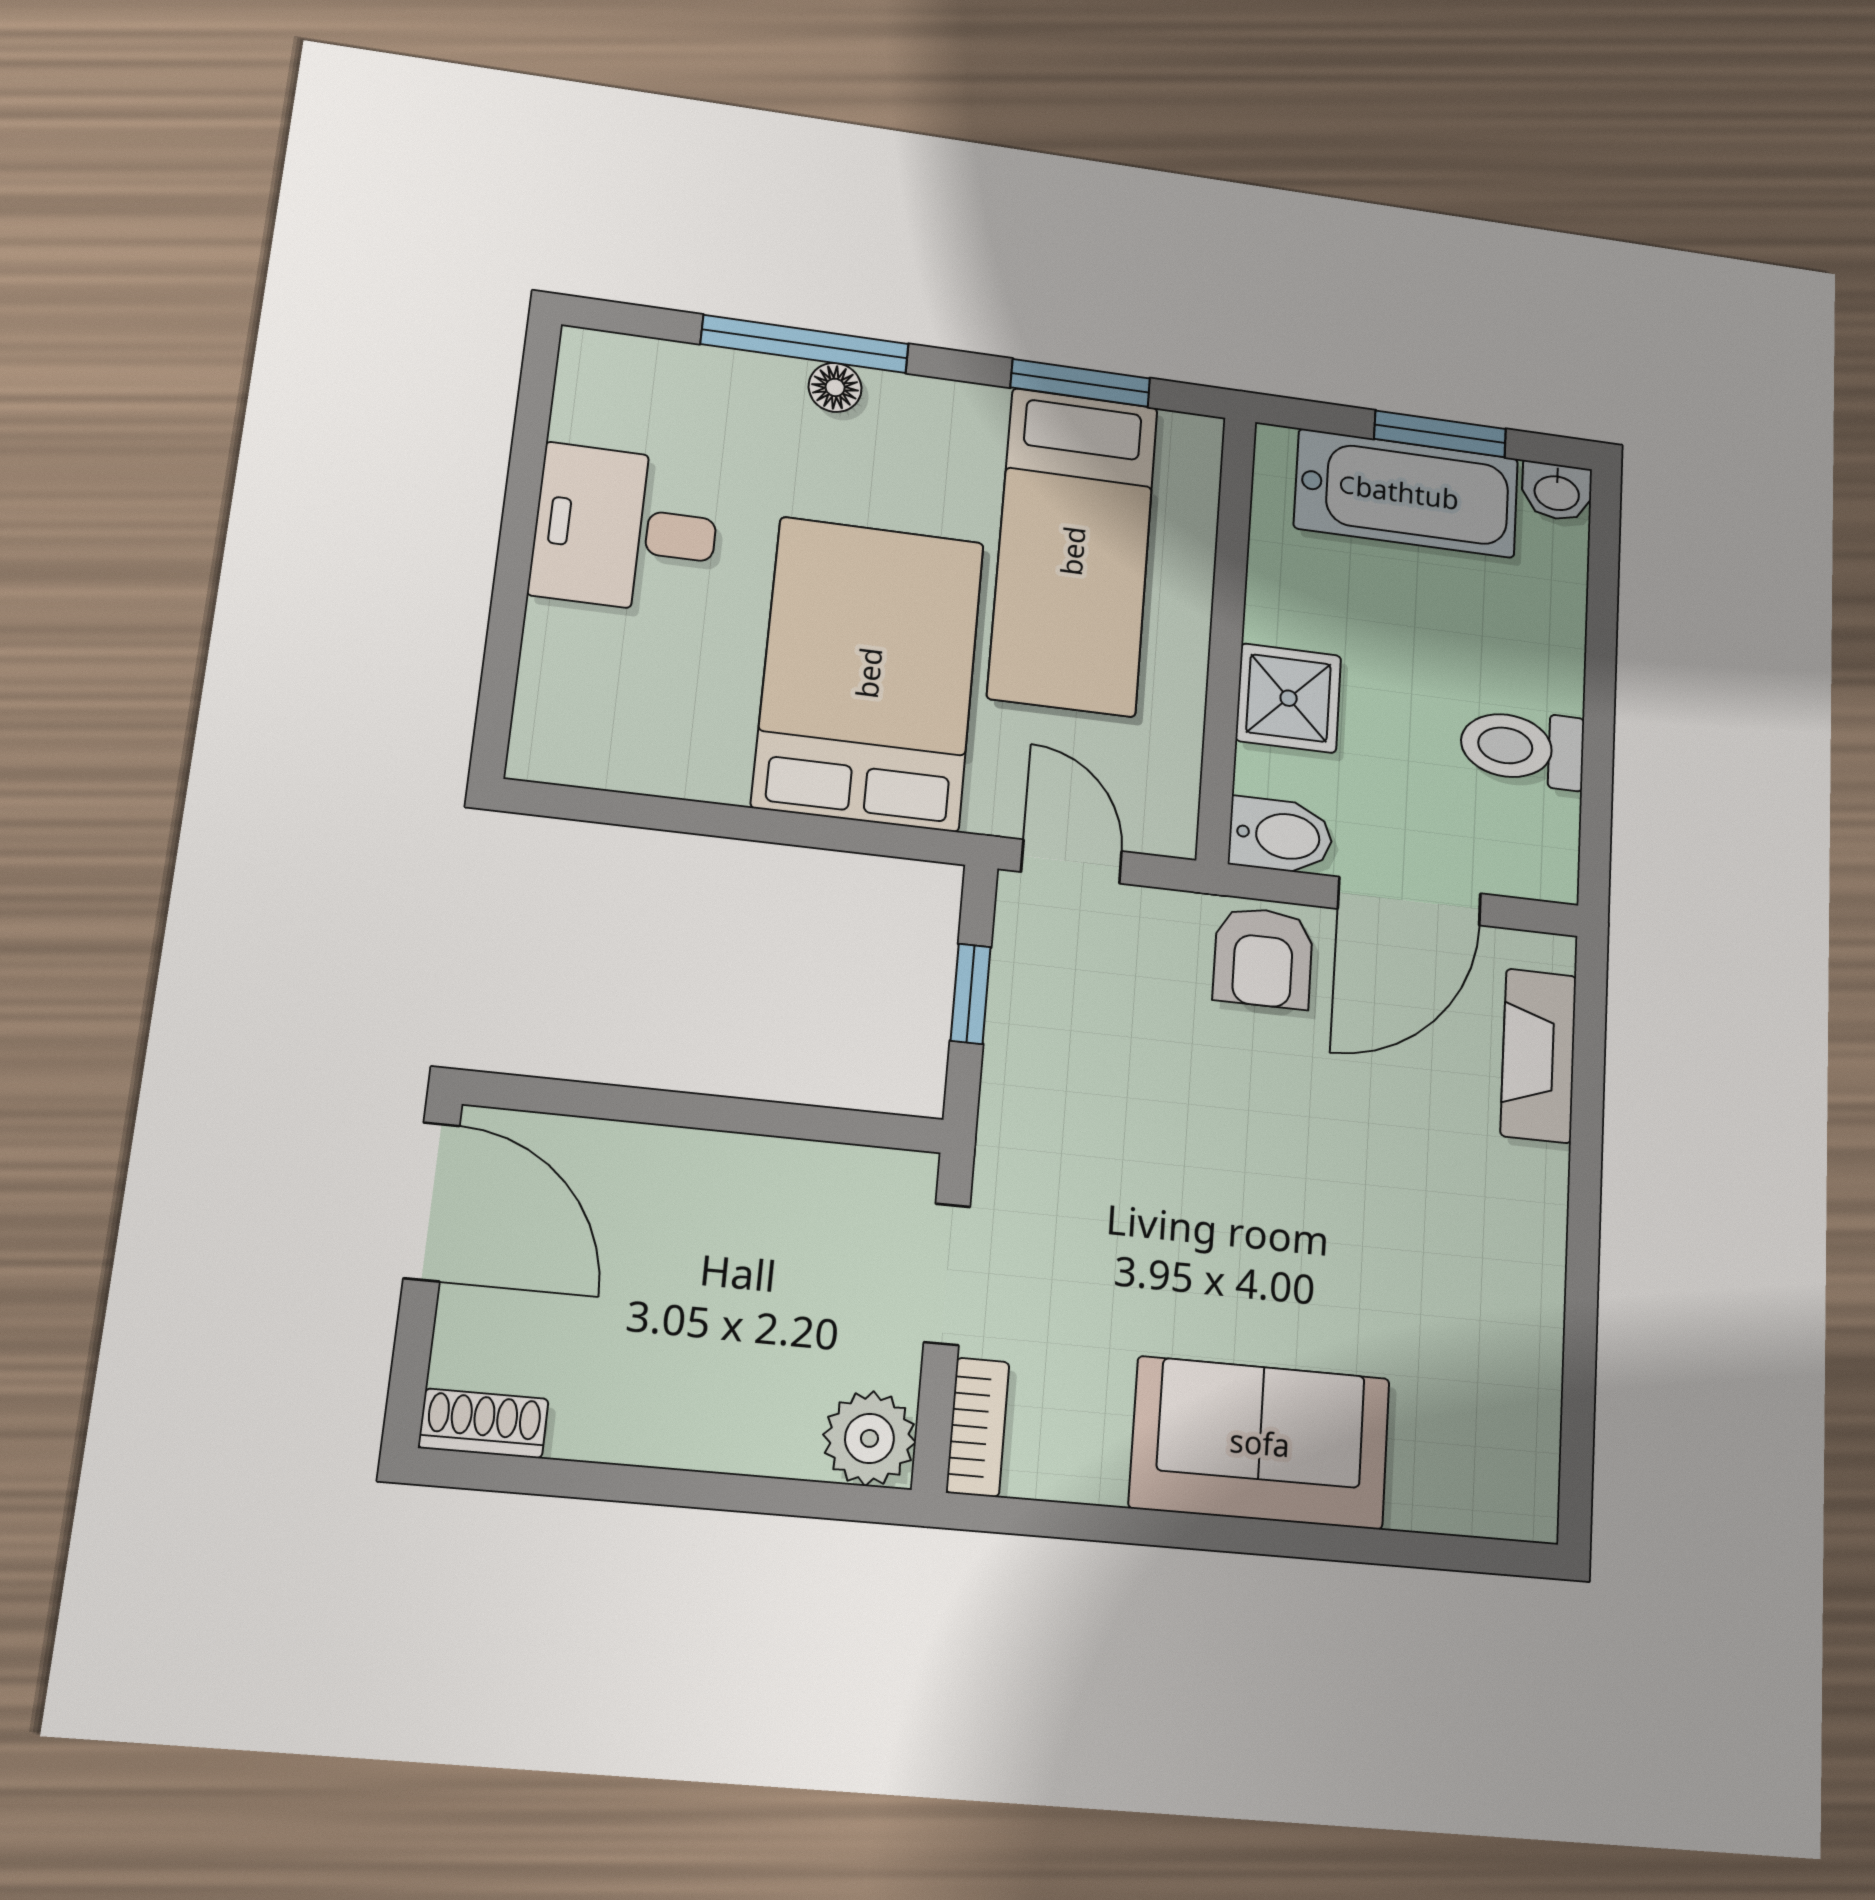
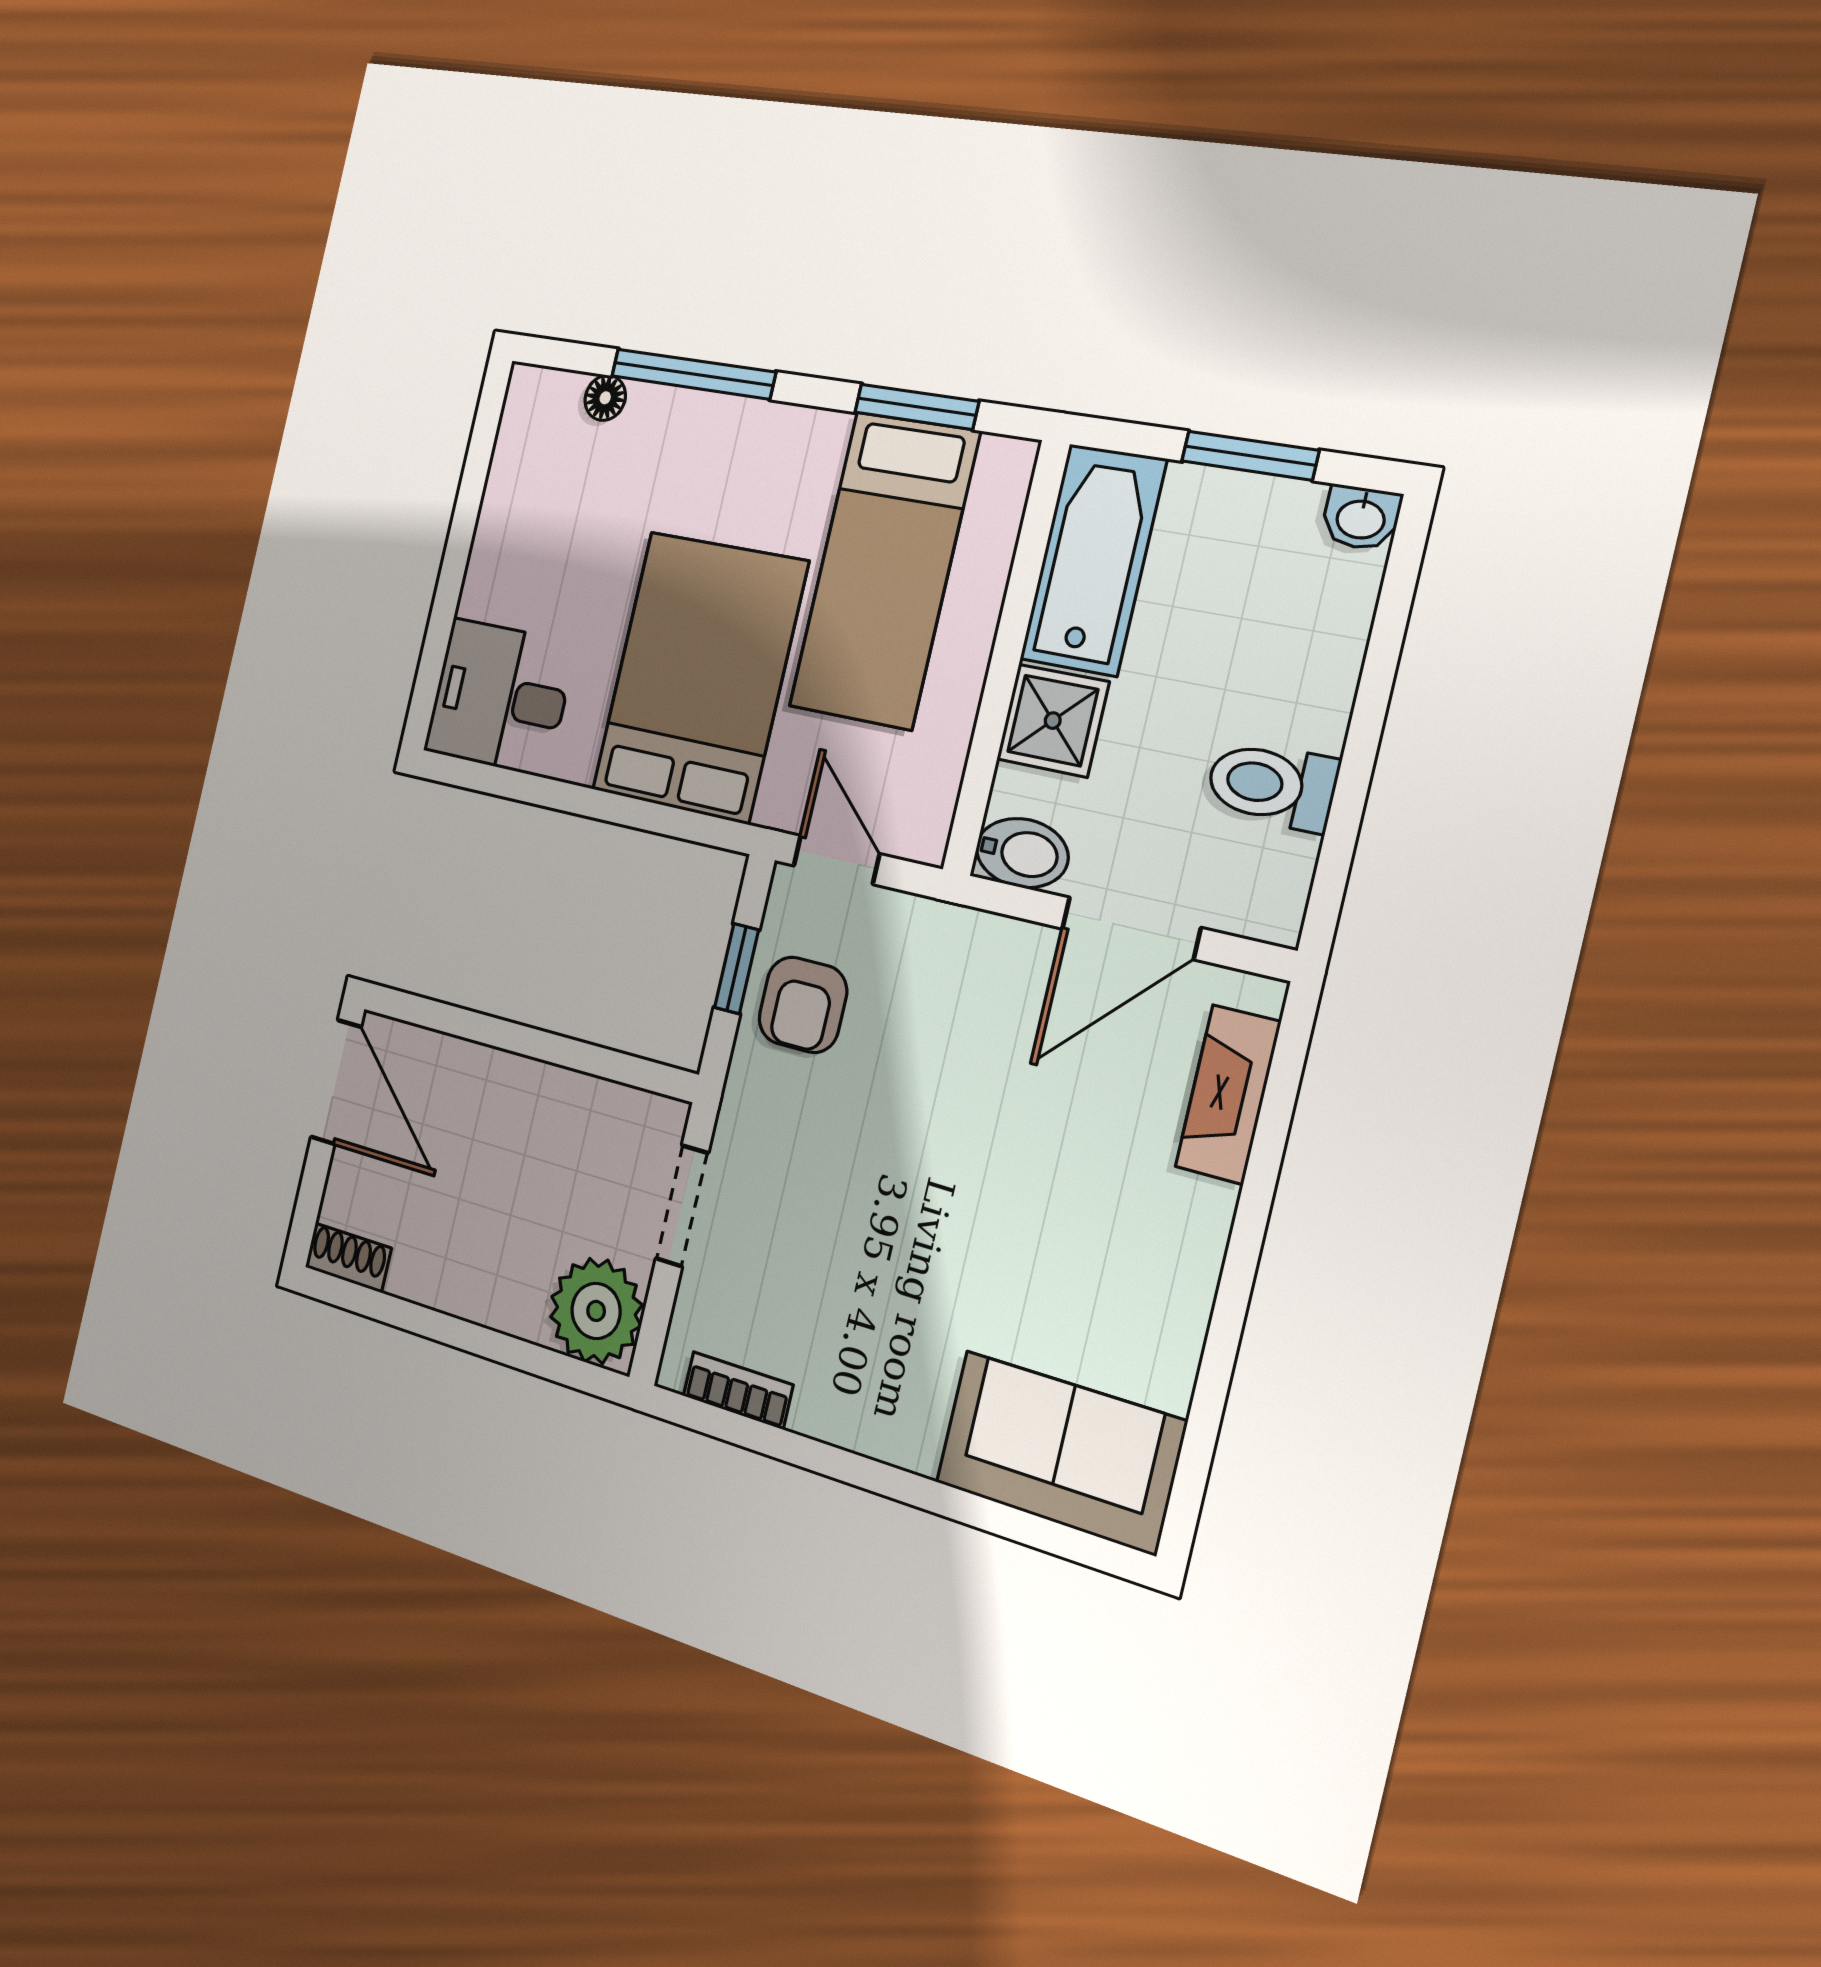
floor lamp: (835, 387) -> (605, 398), moved
bathtub: (1407, 493) -> (1093, 560), moved, turned -90
desk: (626, 529) -> (500, 697), moved
armchair: (1263, 958) -> (803, 1005), moved
bookcase: (978, 1427) -> (738, 1390), moved, turned -90
plant: (869, 1438) -> (596, 1311), width x1.36, depth x1.36
sofa: (1260, 1443) -> (1060, 1452), moved

